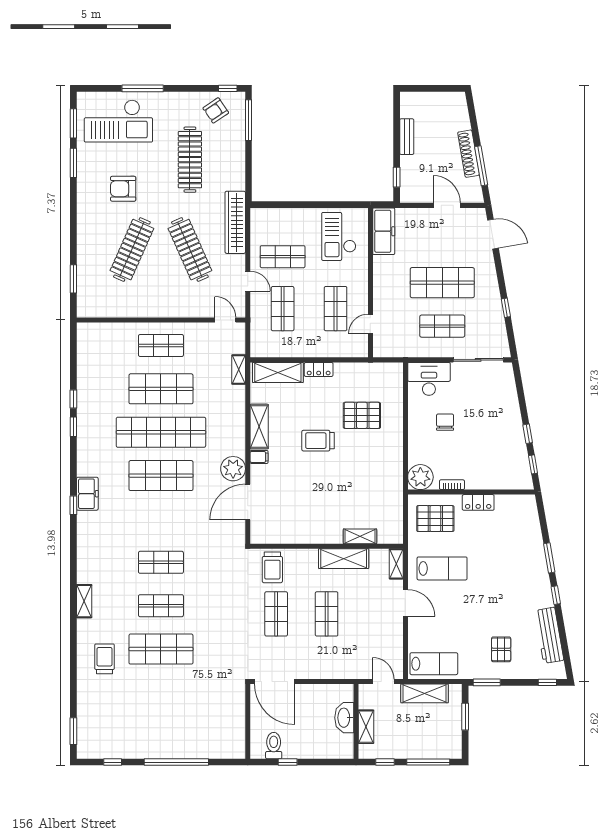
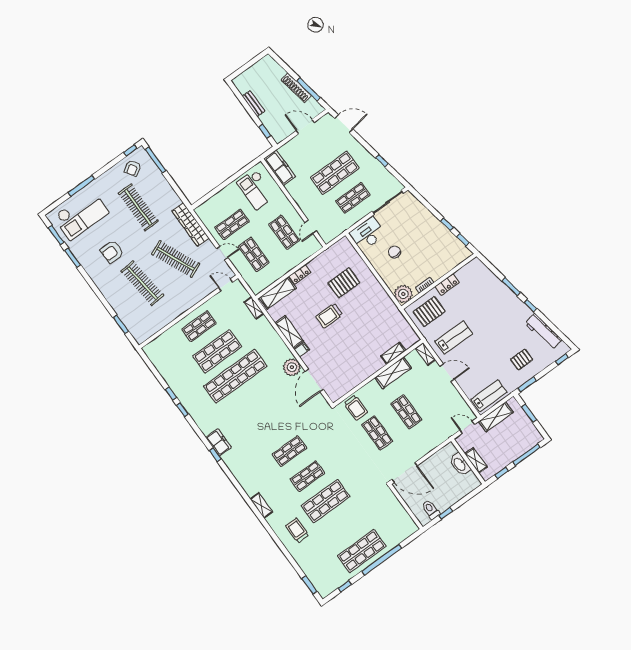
clothes rail: (132, 250) -> (142, 283), turned -30
shop shelf: (161, 476) -> (362, 551), moved
pallet: (501, 649) -> (522, 359), turned 90

